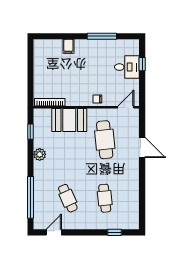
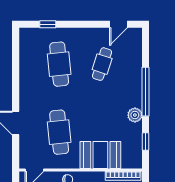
window: (30, 197) -> (146, 92), moved
cafe table: (68, 198) -> (102, 64), turned 42
cafe table: (105, 198) -> (59, 64), width x1.37, depth x1.35

